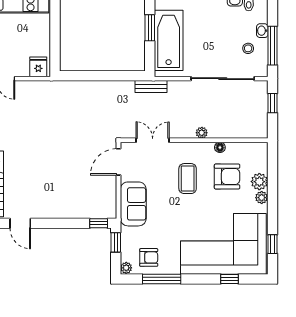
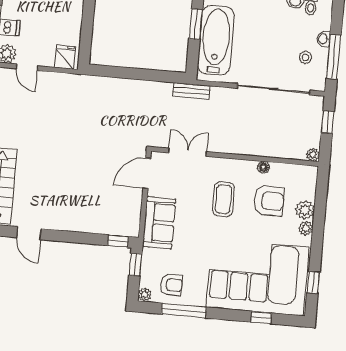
plant: (202, 133) -> (313, 155), moved

